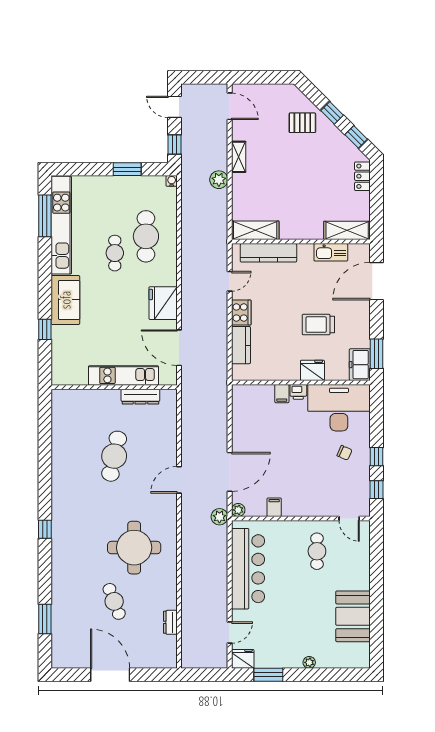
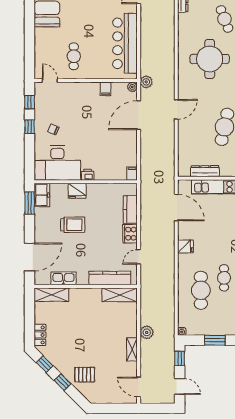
fridge: (163, 303) -> (185, 246), width x0.53, depth x0.75
filing cabinet: (282, 394) -> (132, 173), moved

